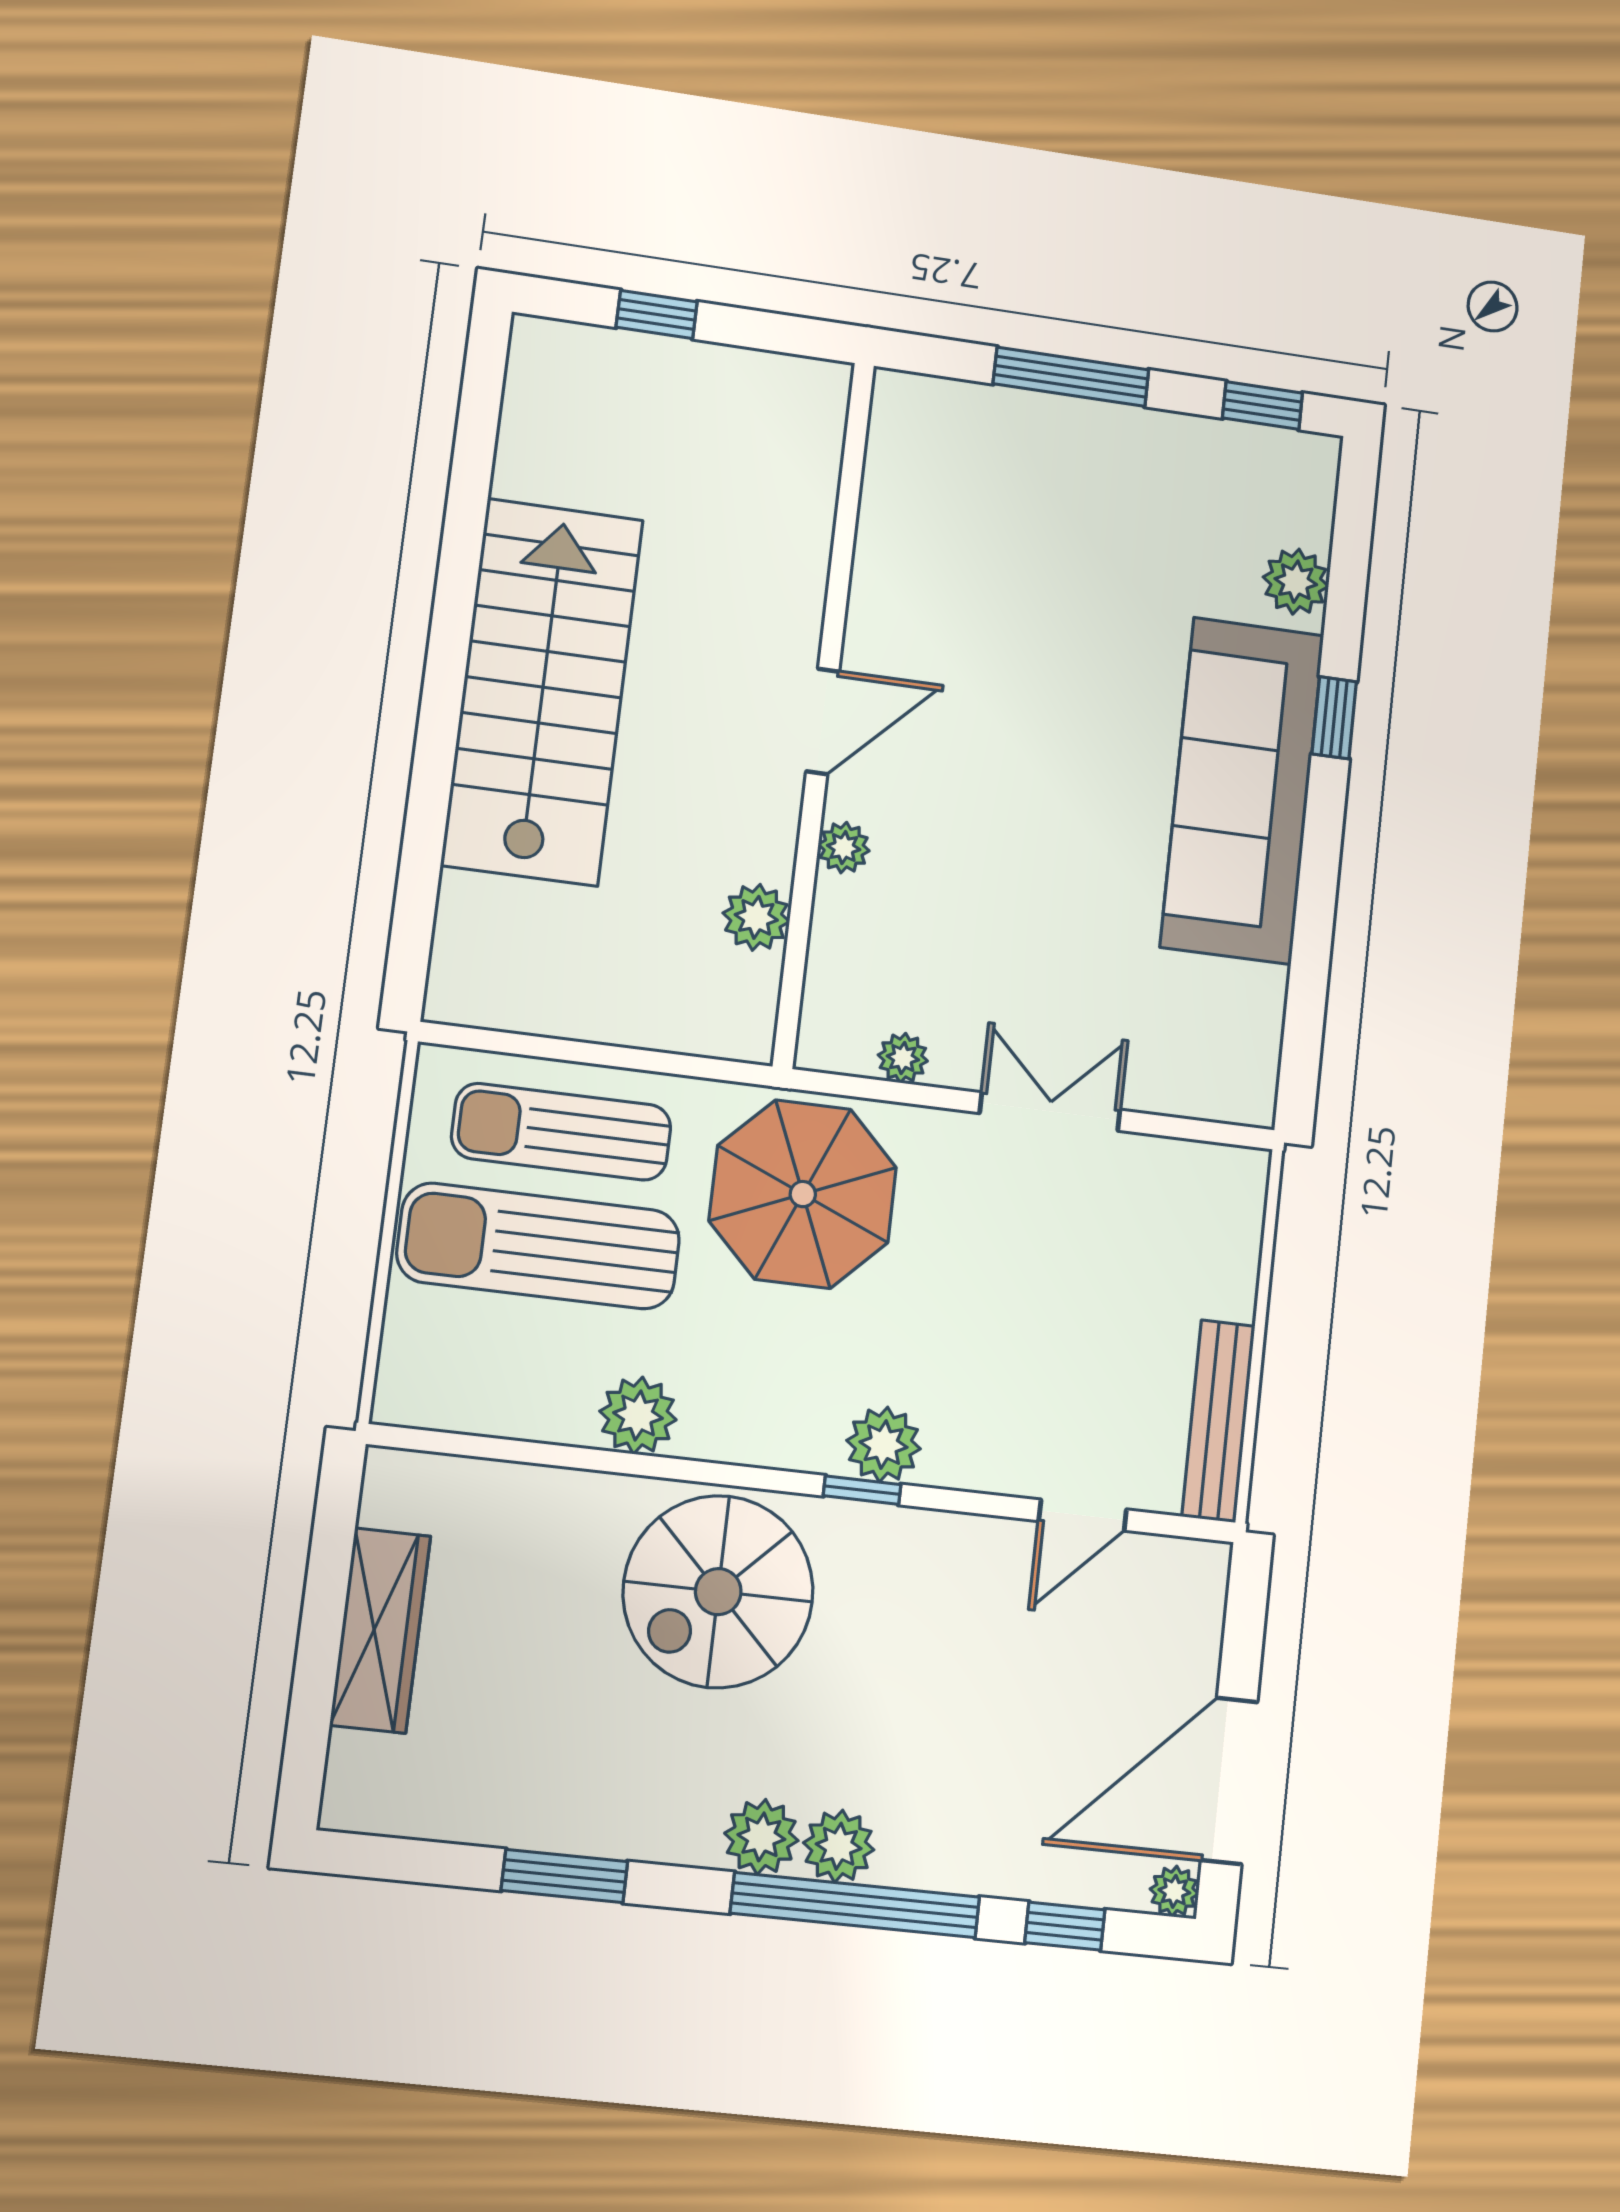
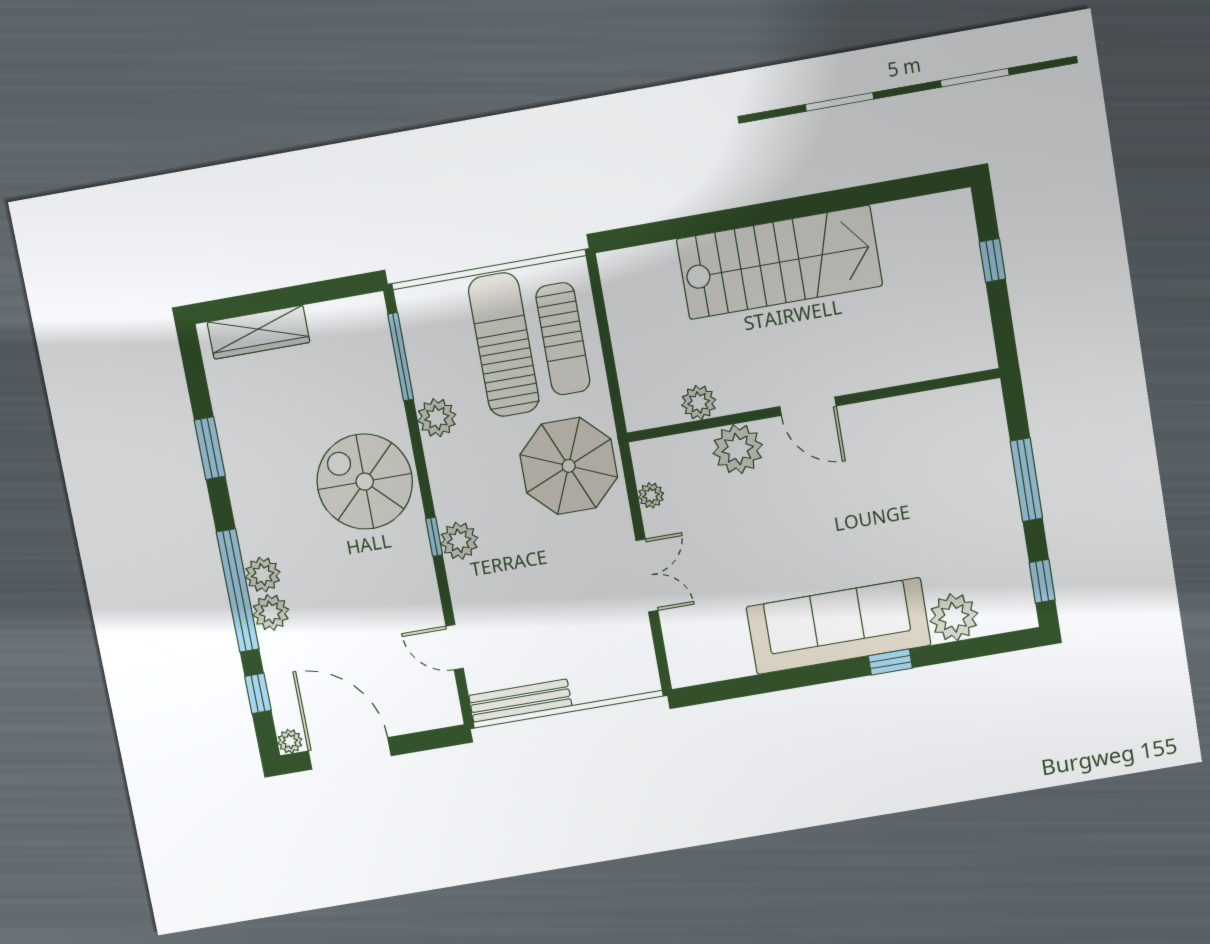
plant: (1296, 582) -> (954, 617), width x1.36, depth x1.36
plant: (844, 848) -> (738, 449), width x1.88, depth x1.88
sun lounger: (561, 1132) -> (563, 339), turned 180
window: (501, 1449) -> (401, 357), added
wardrobe: (380, 1630) -> (258, 332), moved
plant: (761, 1837) -> (271, 612), moved

